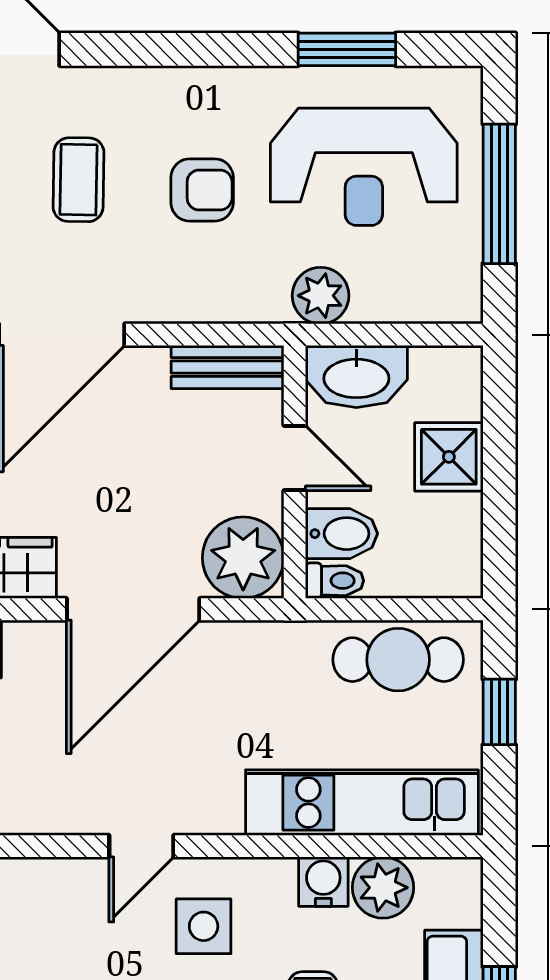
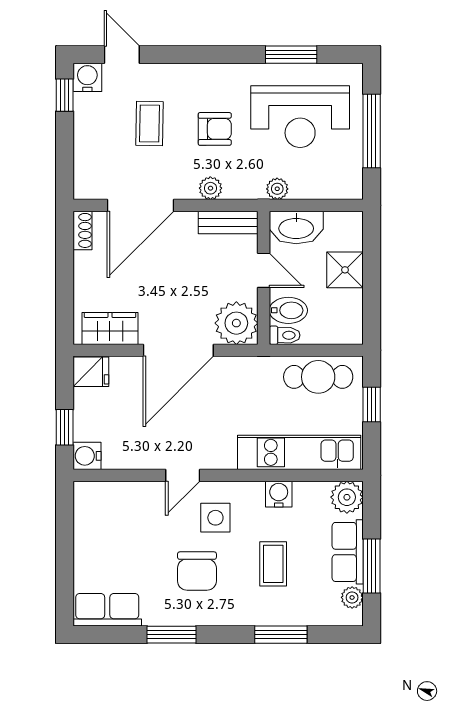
plant: (321, 296) -> (277, 189), width x0.73, depth x0.73
plant: (194, 302) -> (210, 188), added
plant: (383, 888) -> (347, 497), moved

